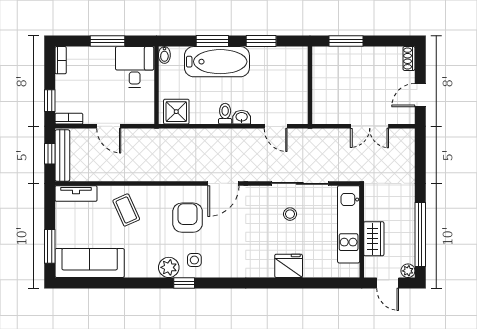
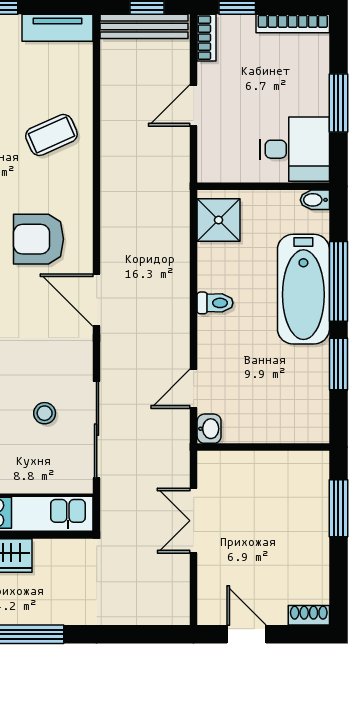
window: (212, 41) -> (338, 281), width x1.44
bookcase: (61, 60) -> (293, 24), width x1.56
washbasin: (242, 117) -> (209, 429), moved
double door: (370, 126) -> (194, 521), moved
tv unit: (76, 194) -> (57, 28), moved, turned -90
armchair: (188, 218) -> (39, 239), turned 180

